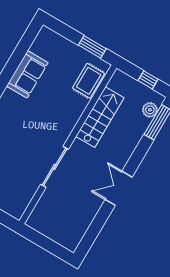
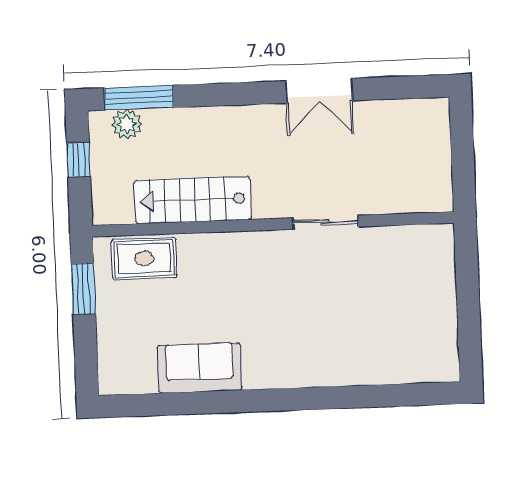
sliding door: (55, 167) -> (325, 222), width x0.73
double door: (119, 188) -> (319, 91), moved

